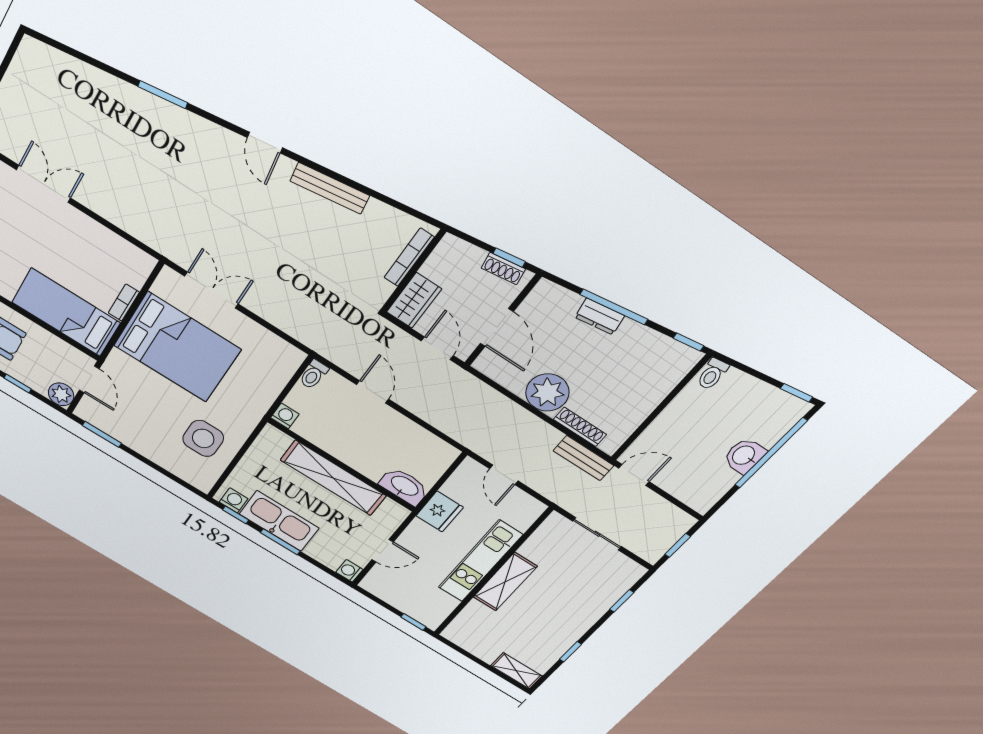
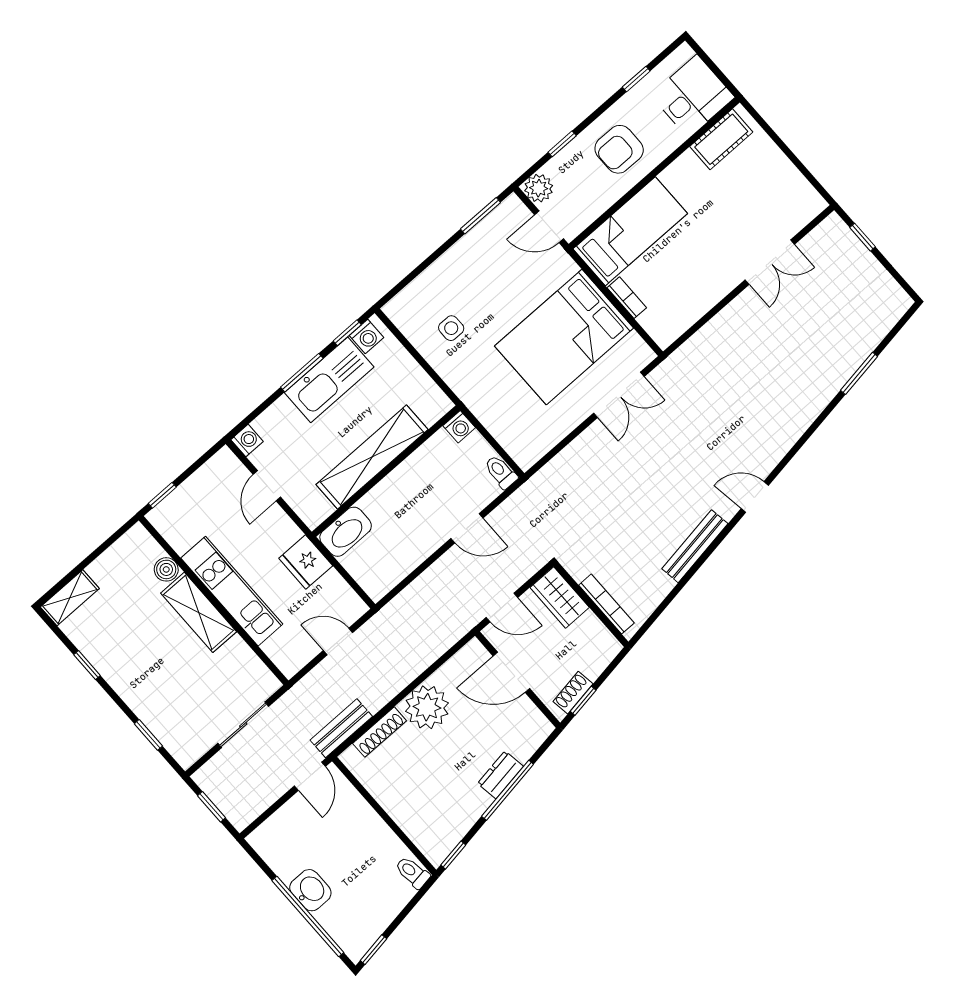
window: (163, 95) -> (859, 373), moved
side table: (203, 438) -> (451, 328), width x0.54, depth x0.54
boiler: (475, 610) -> (166, 569), added

